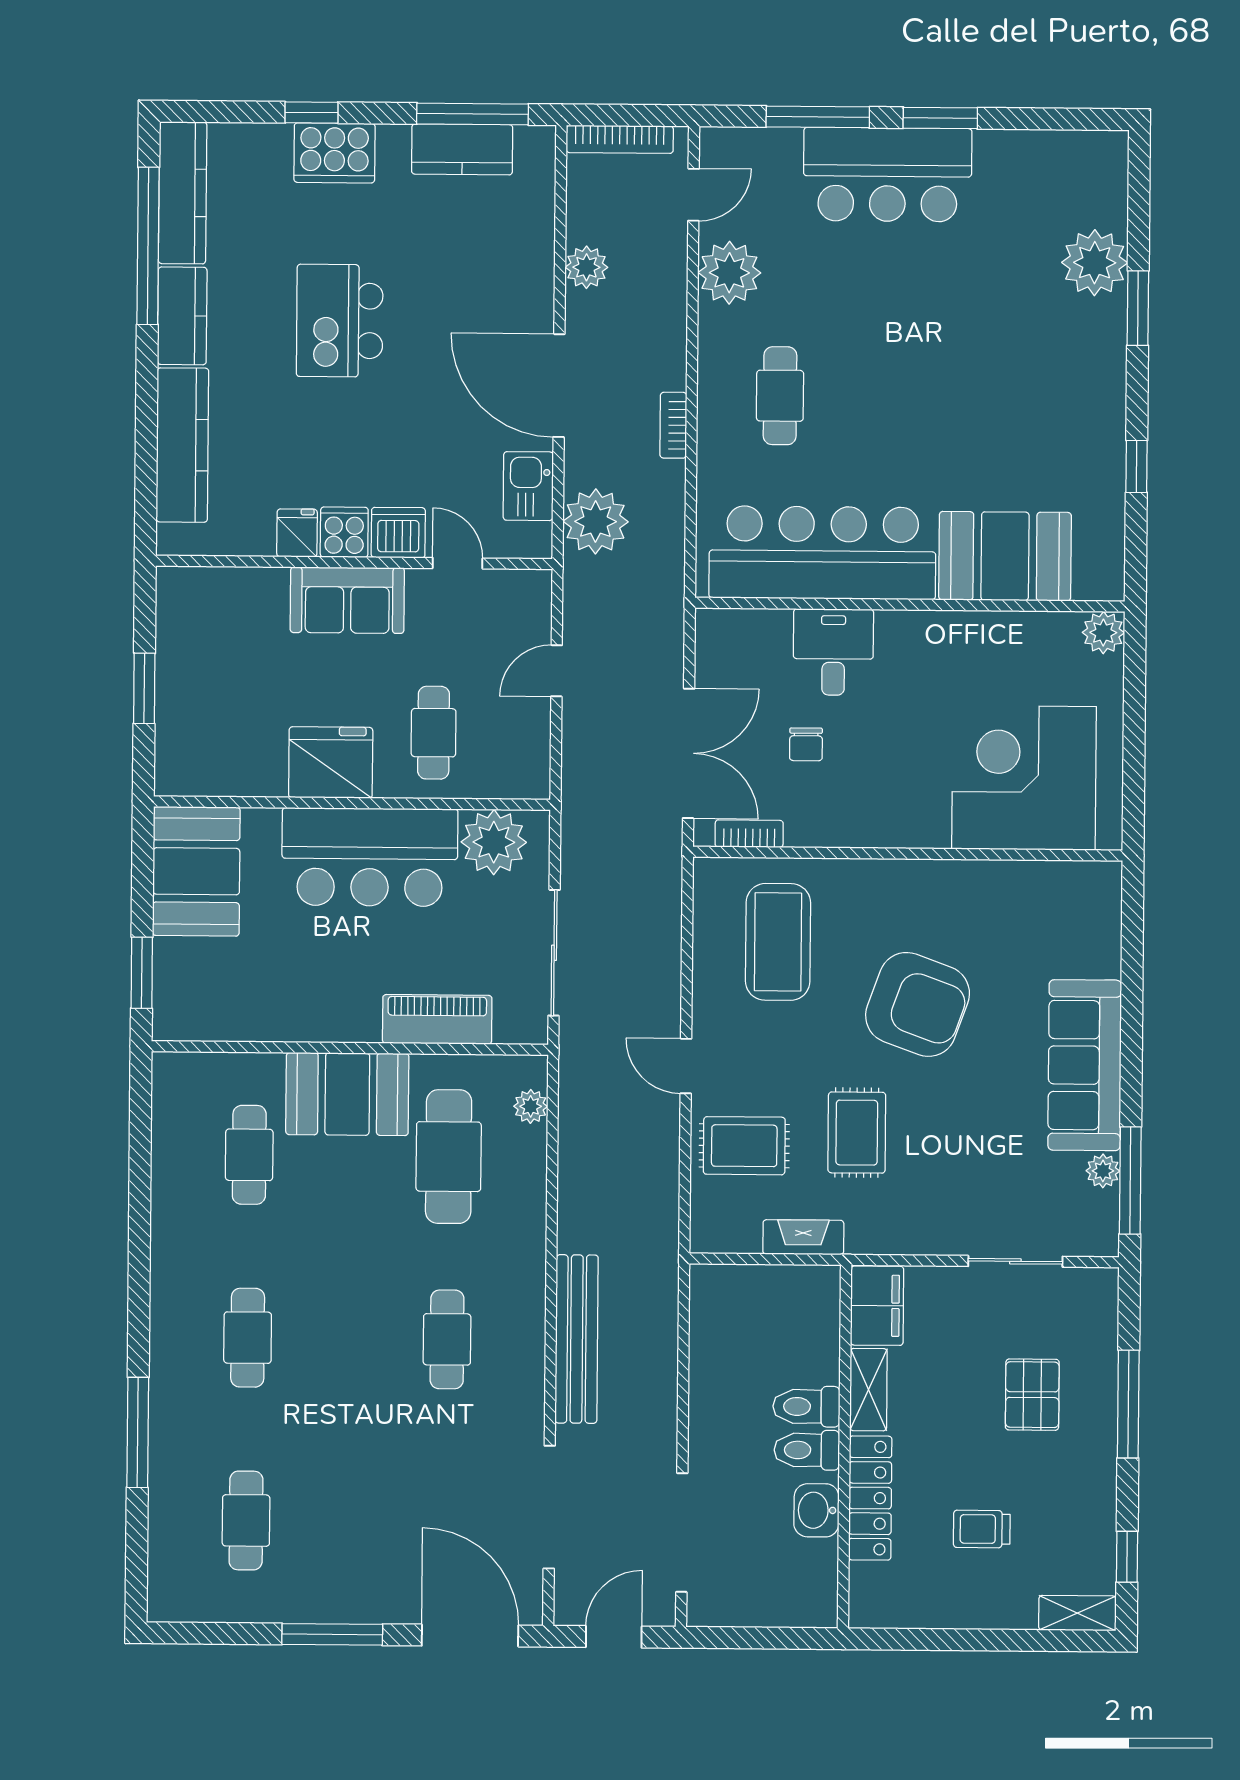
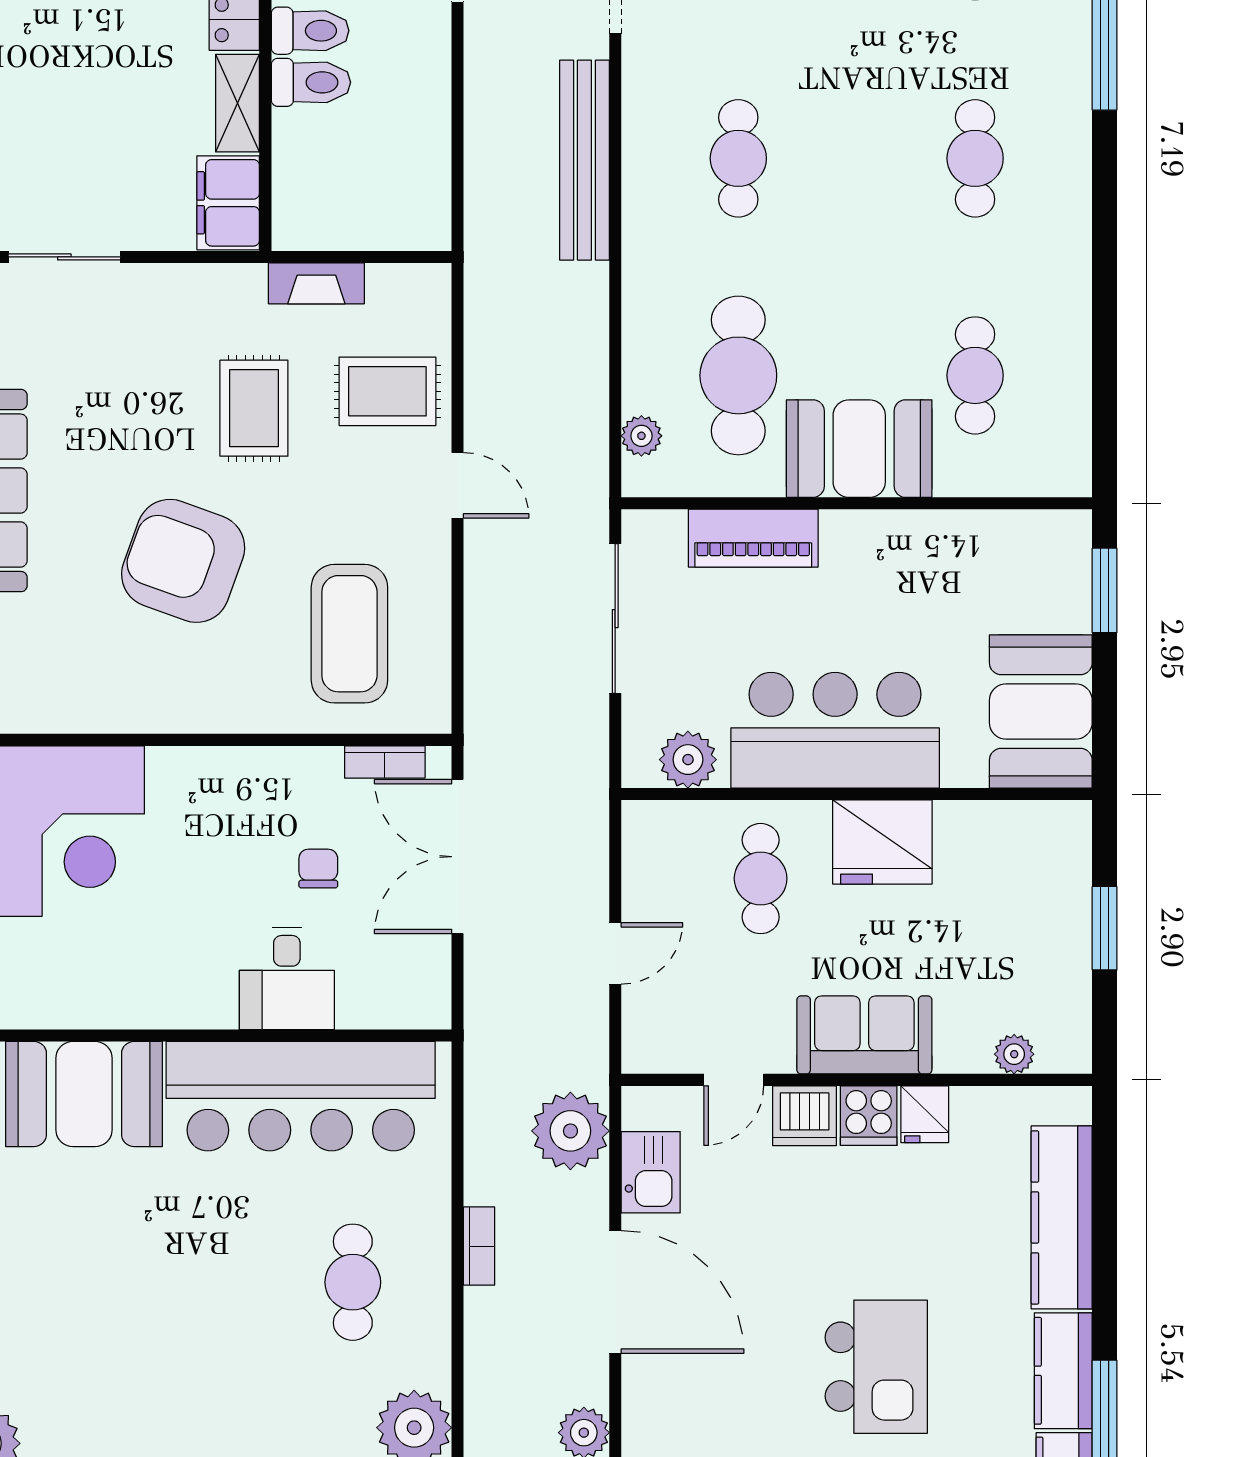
door: (458, 563) -> (734, 1080), hinge flipped
plant: (221, 583) -> (1014, 1054), added
plant: (494, 842) -> (688, 760), width x0.73, depth x0.73
pallet: (1032, 1395) -> (43, 99), removed

